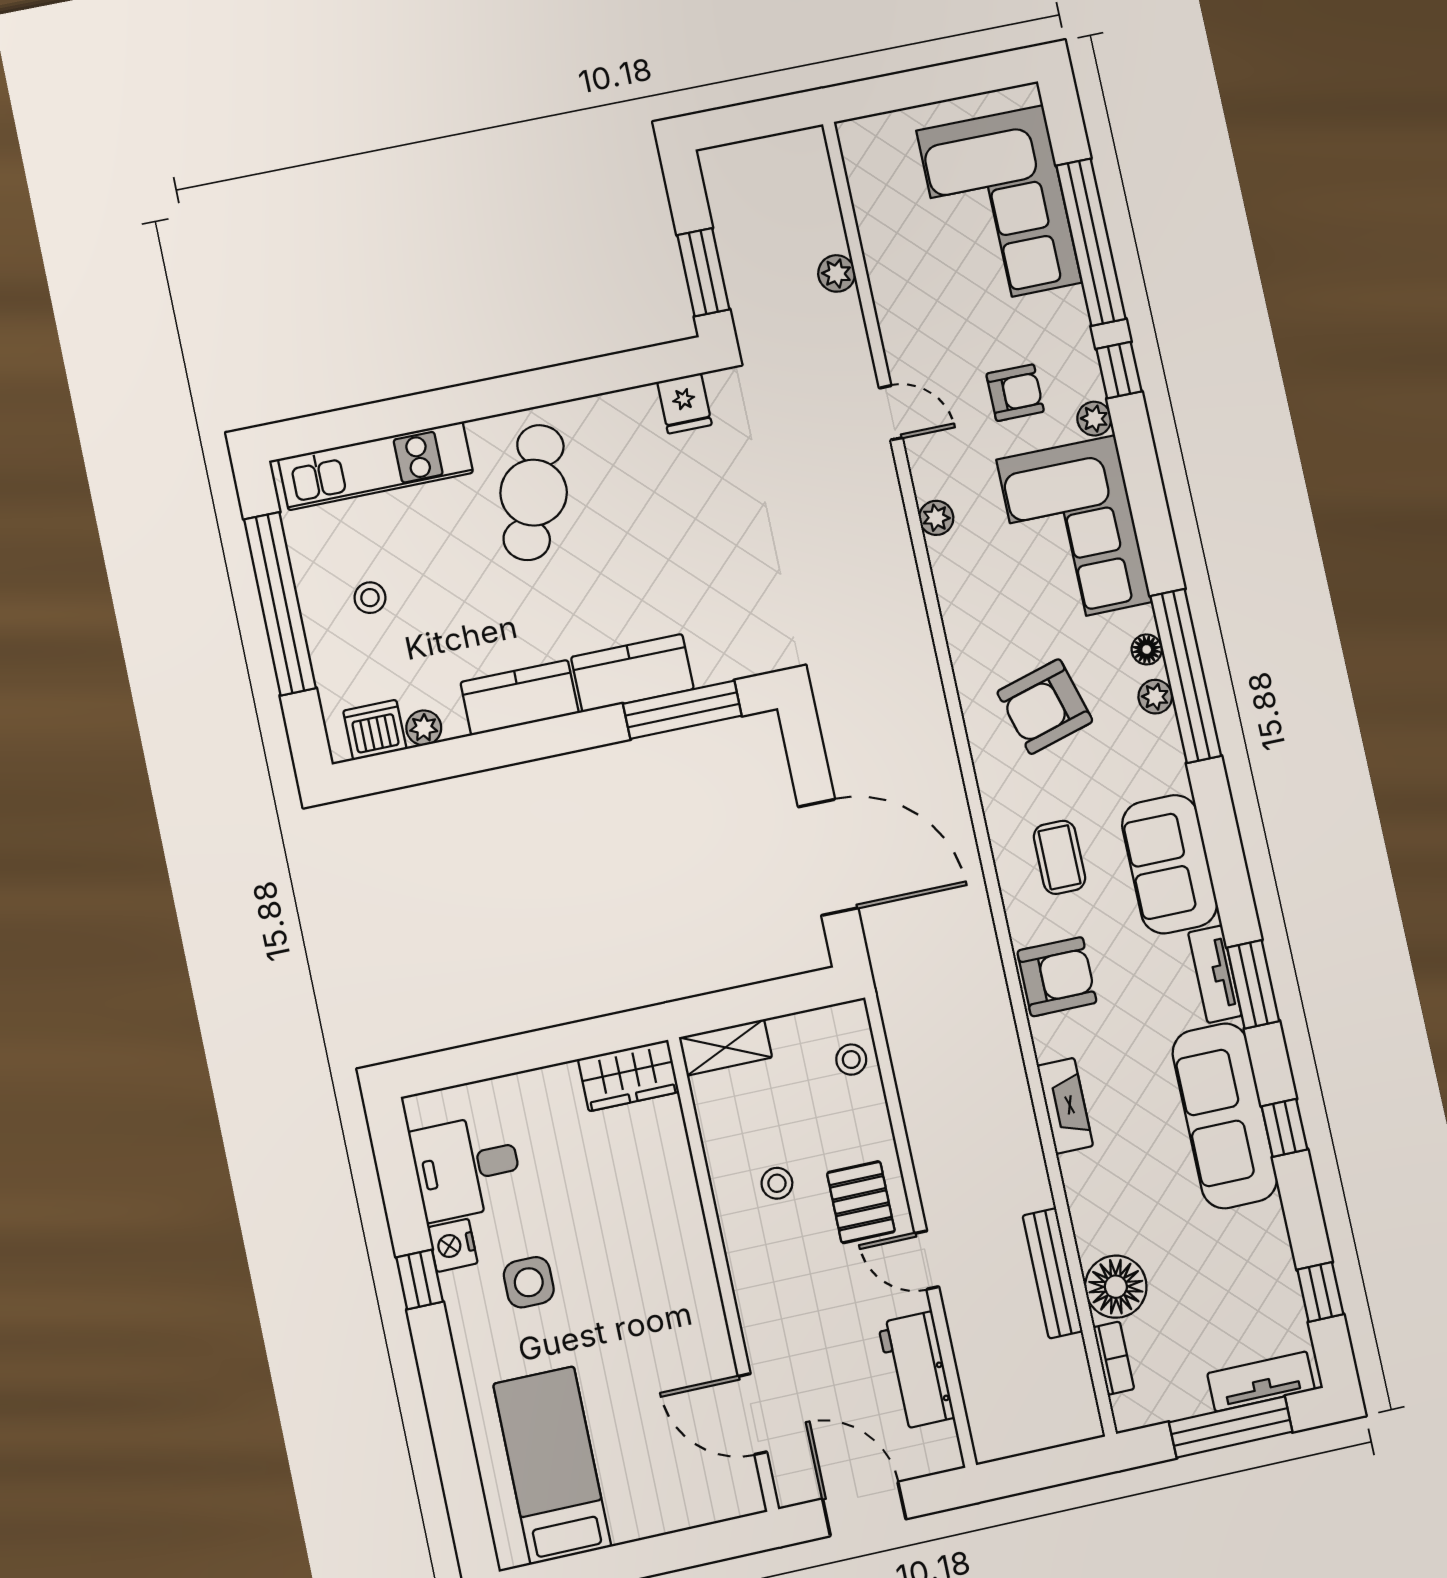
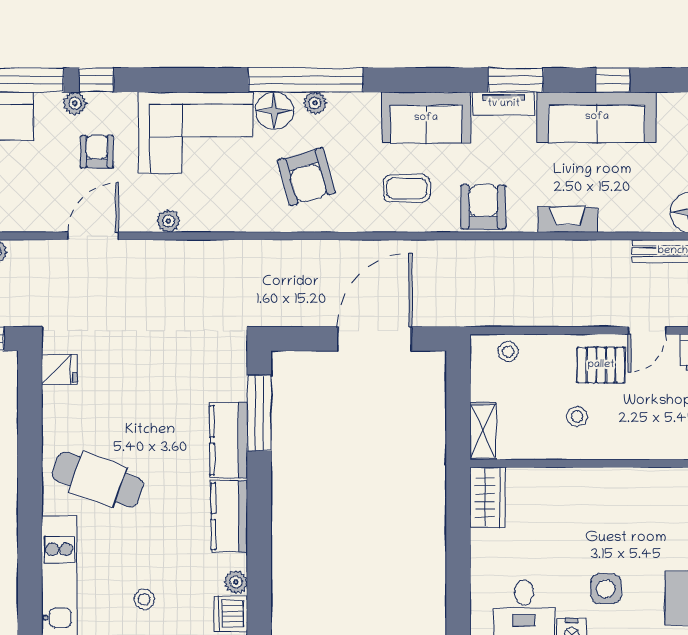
door: (891, 413) -> (93, 236), width x1.38
plant: (1094, 419) -> (75, 103), moved
floor lamp: (1147, 649) -> (274, 111), width x1.89, depth x1.89

